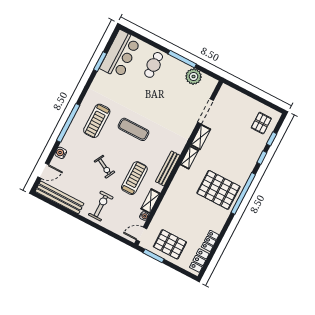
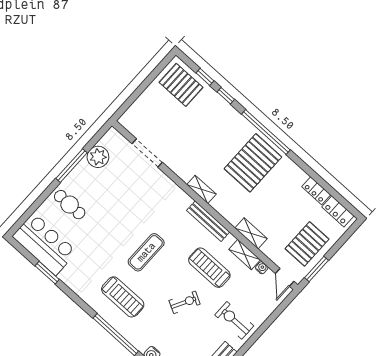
pallet: (261, 123) -> (181, 85), width x1.50, depth x1.42
shelving: (201, 137) -> (251, 233), moved

